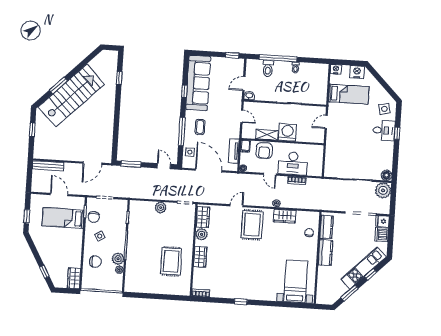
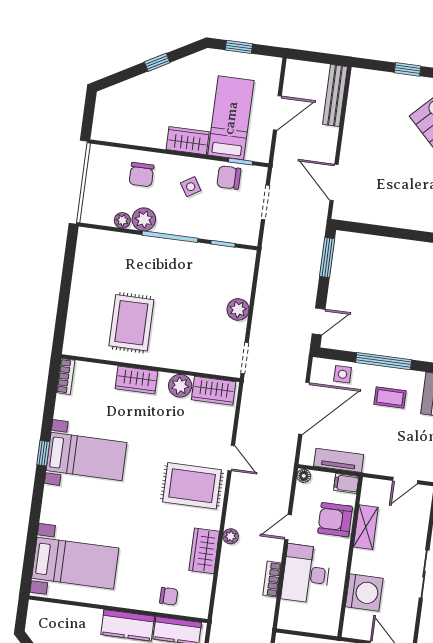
washing machine: (287, 132) -> (364, 592), moved
rug: (171, 261) -> (131, 323), turned 90
window: (44, 272) -> (157, 62), moved
wardrobe: (74, 278) -> (188, 141), moved
bed with nightstands: (241, 279) -> (87, 457), added

